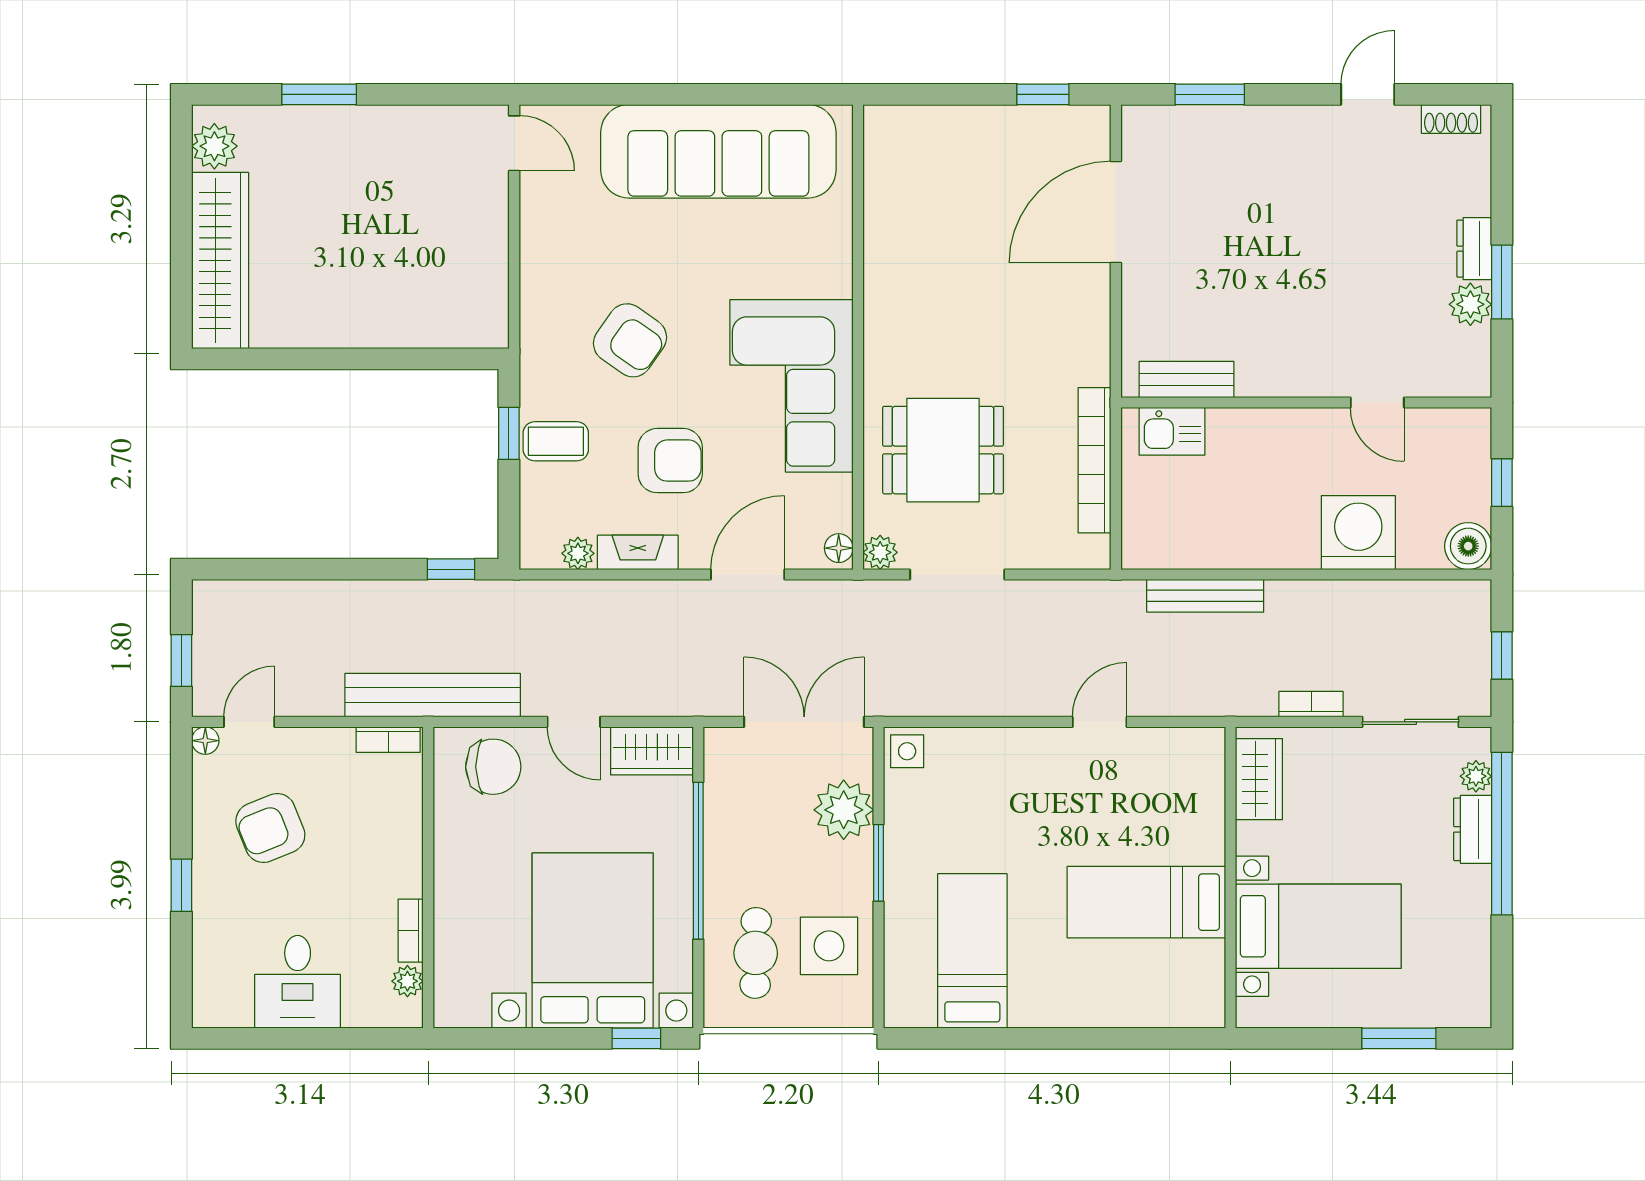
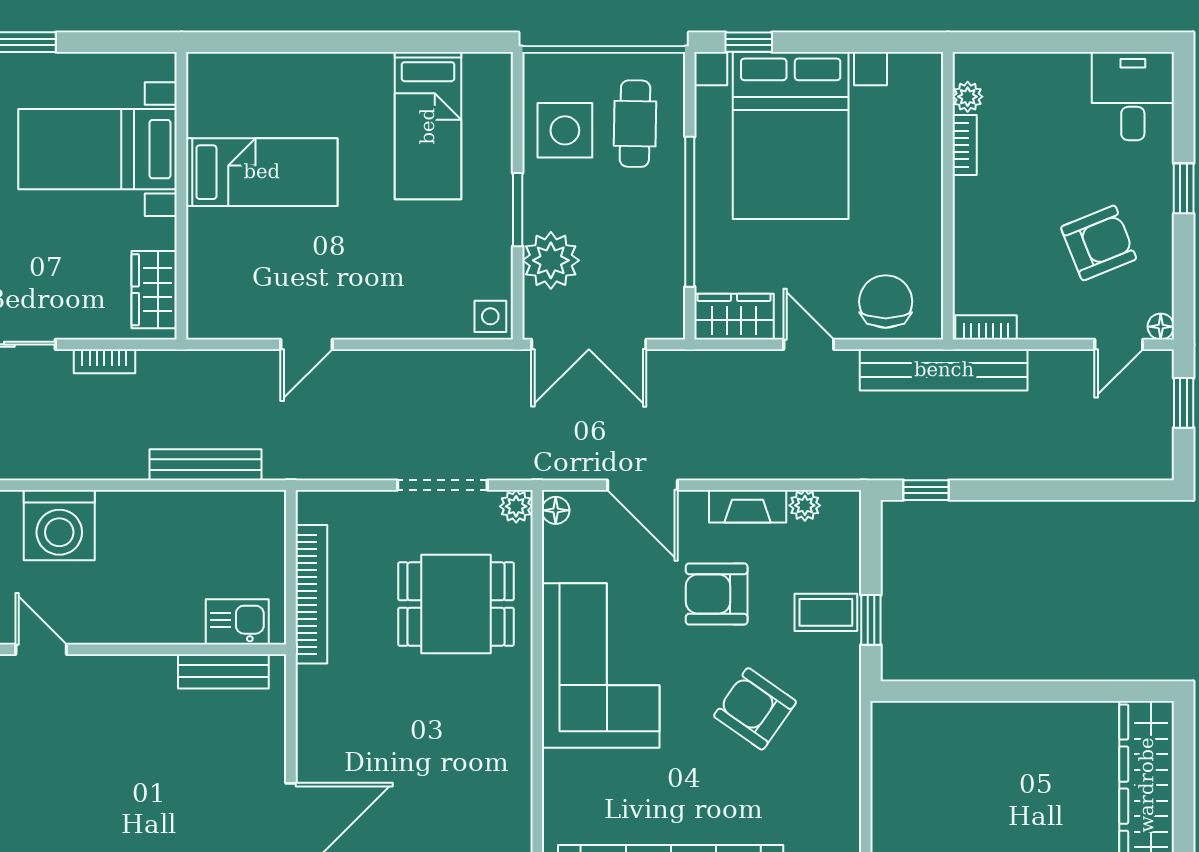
door: (748, 575) -> (643, 485), hinge flipped
chair: (493, 767) -> (886, 302), turned 91
desk: (298, 982) -> (1133, 96), moved

